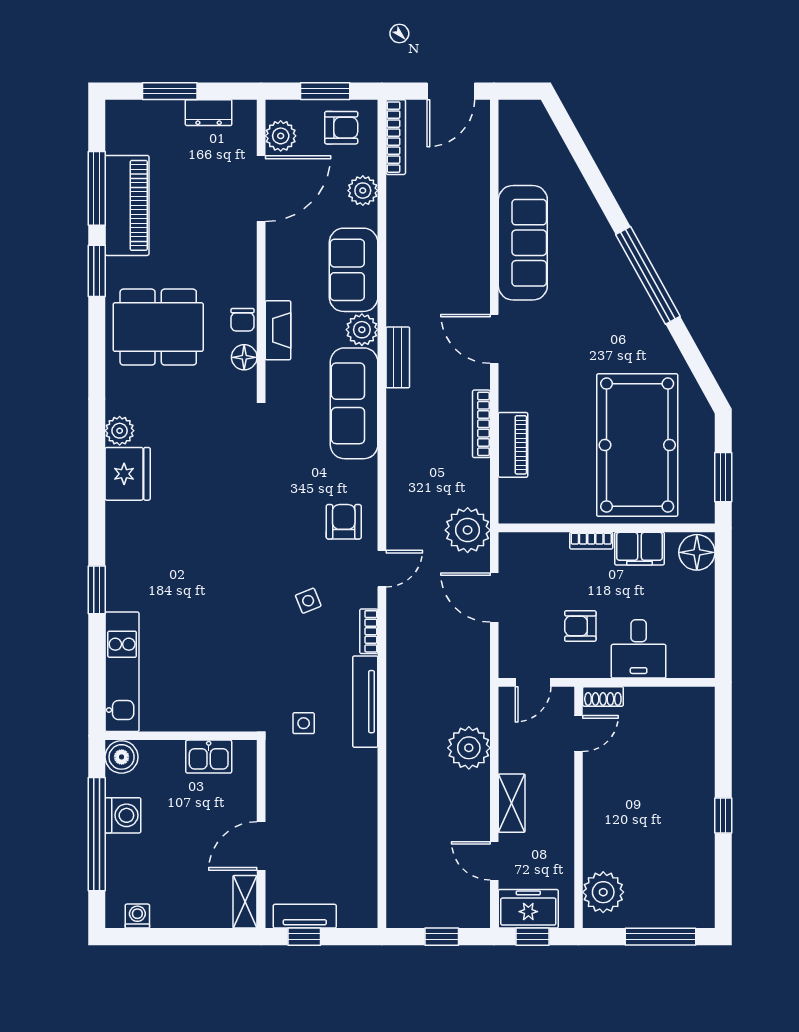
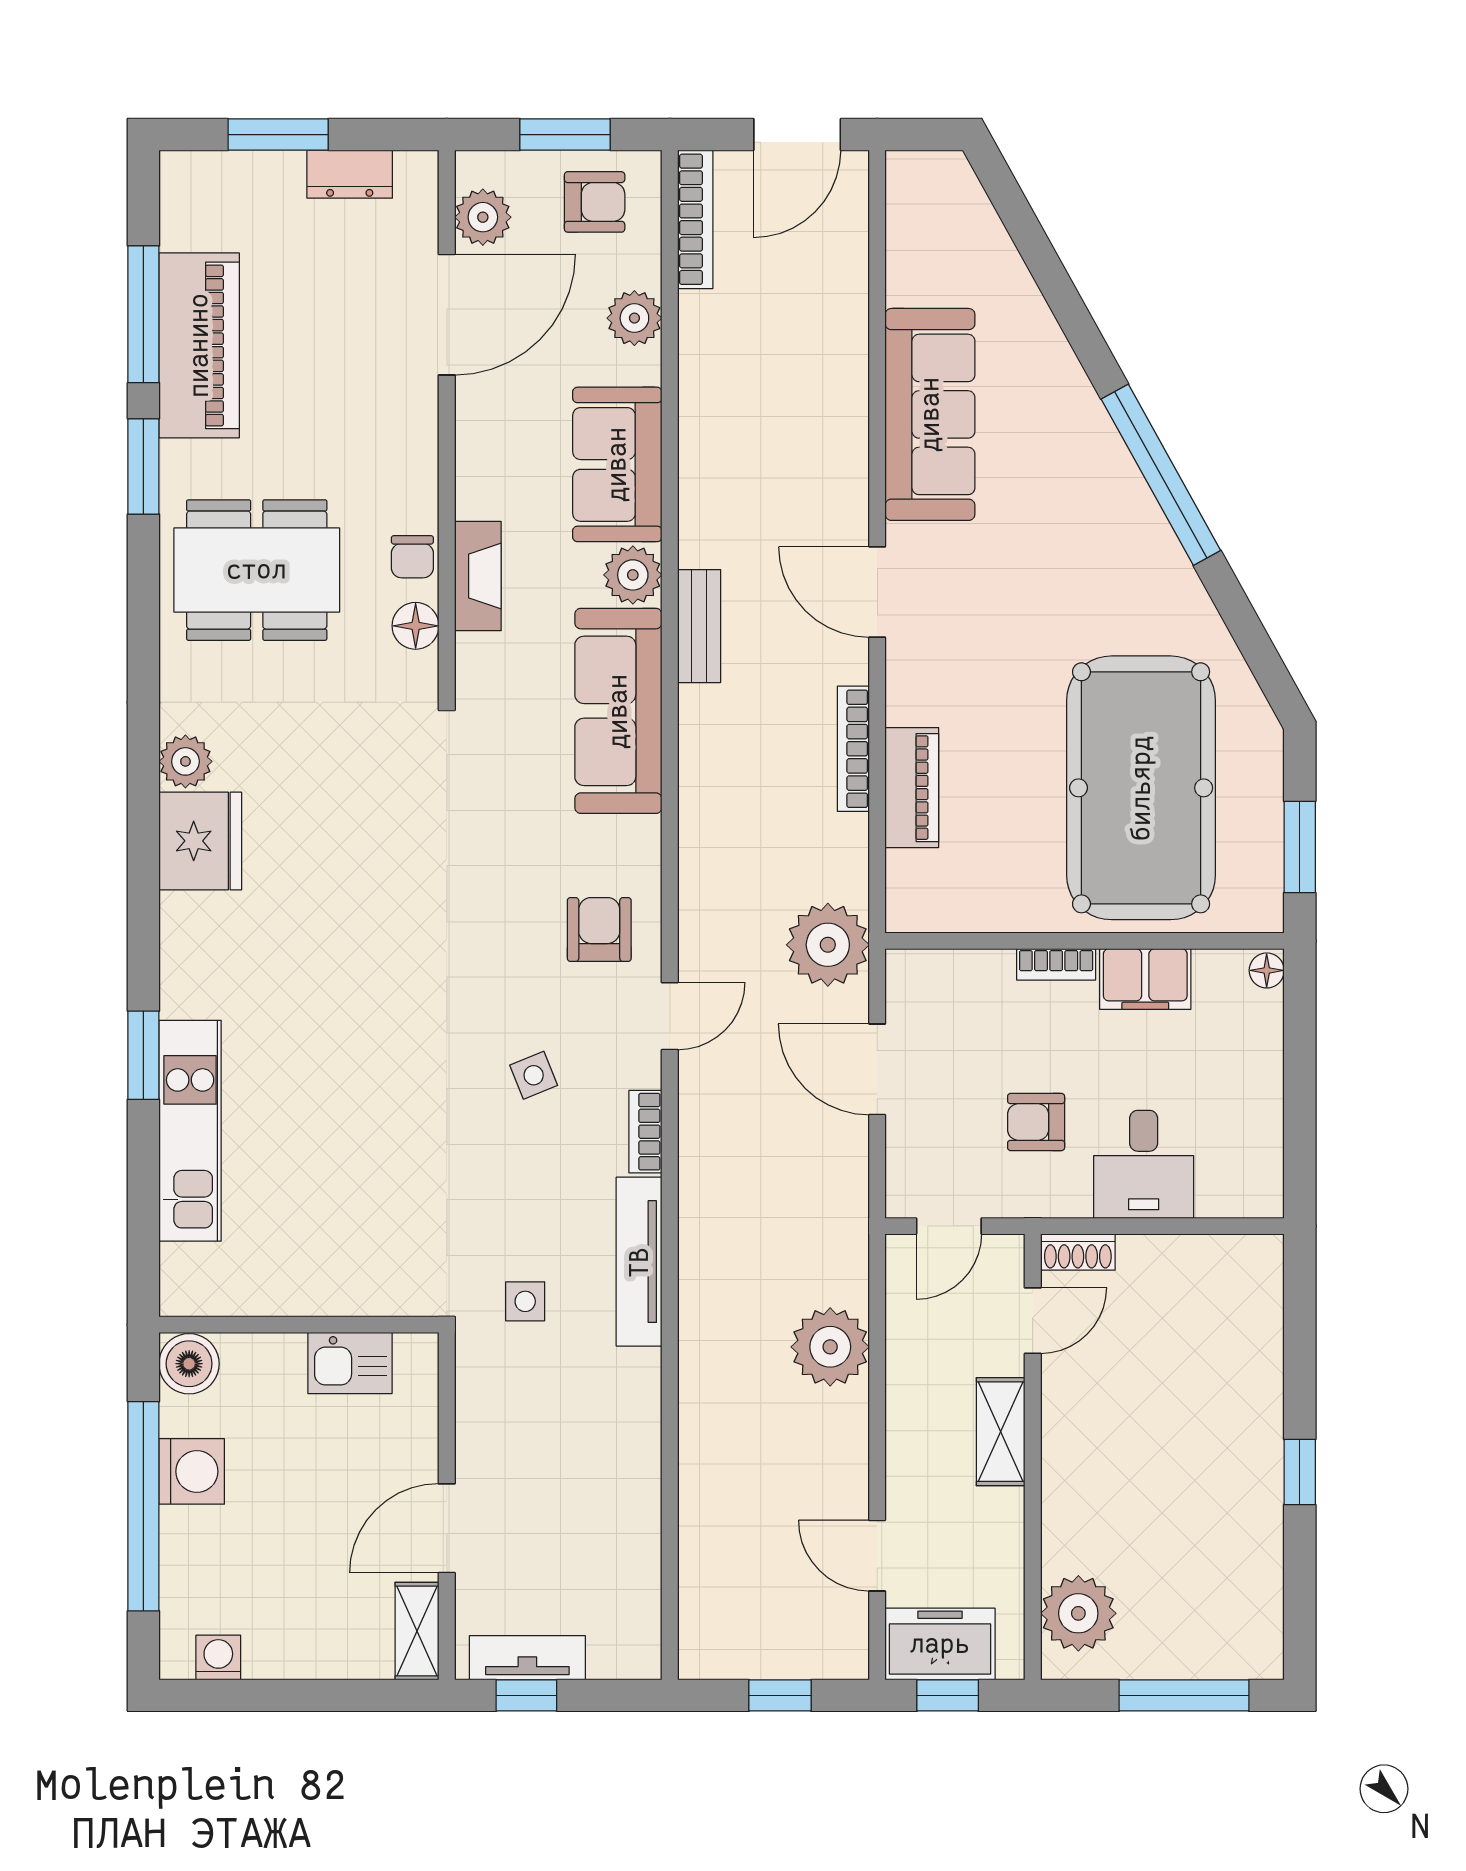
floor lamp: (697, 552) -> (1267, 970), width x0.53, depth x0.53
kitchen unit: (122, 672) -> (190, 1131), moved
shelving: (512, 803) -> (1001, 1432), moved

